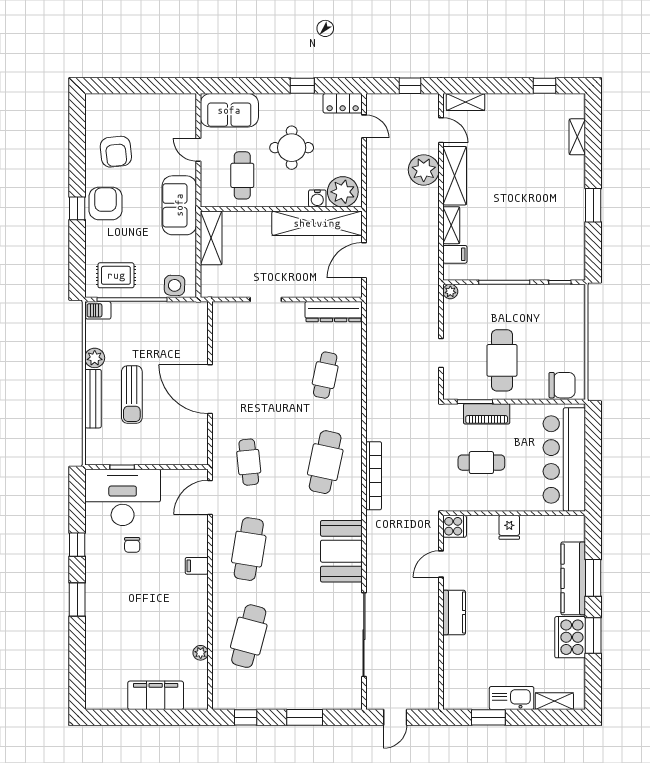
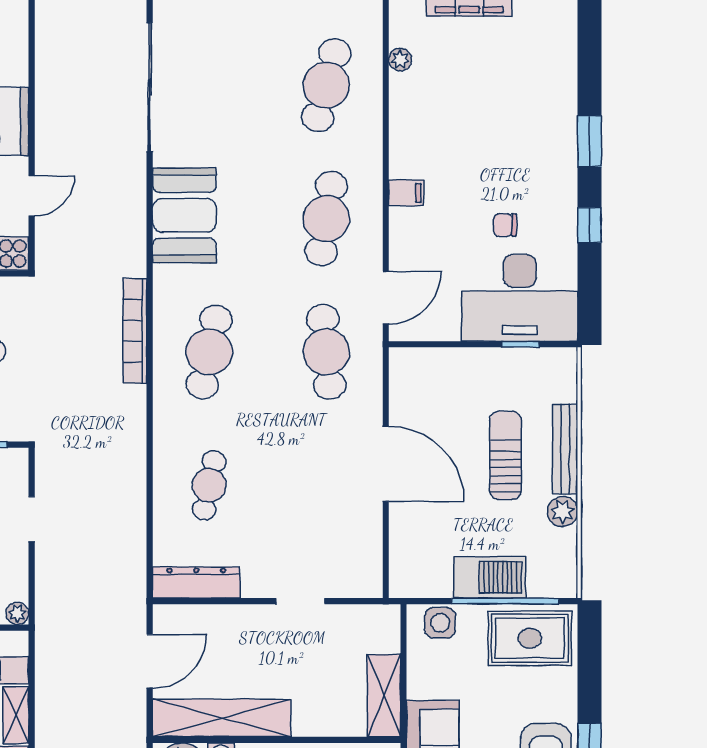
rug: (116, 275) -> (530, 638), width x1.36, depth x1.43
barbecue: (98, 310) -> (490, 577), moved, width x1.88, depth x1.53
cafe table: (249, 462) -> (326, 352), width x1.37, depth x1.35
chair: (132, 545) -> (505, 225), turned -90

